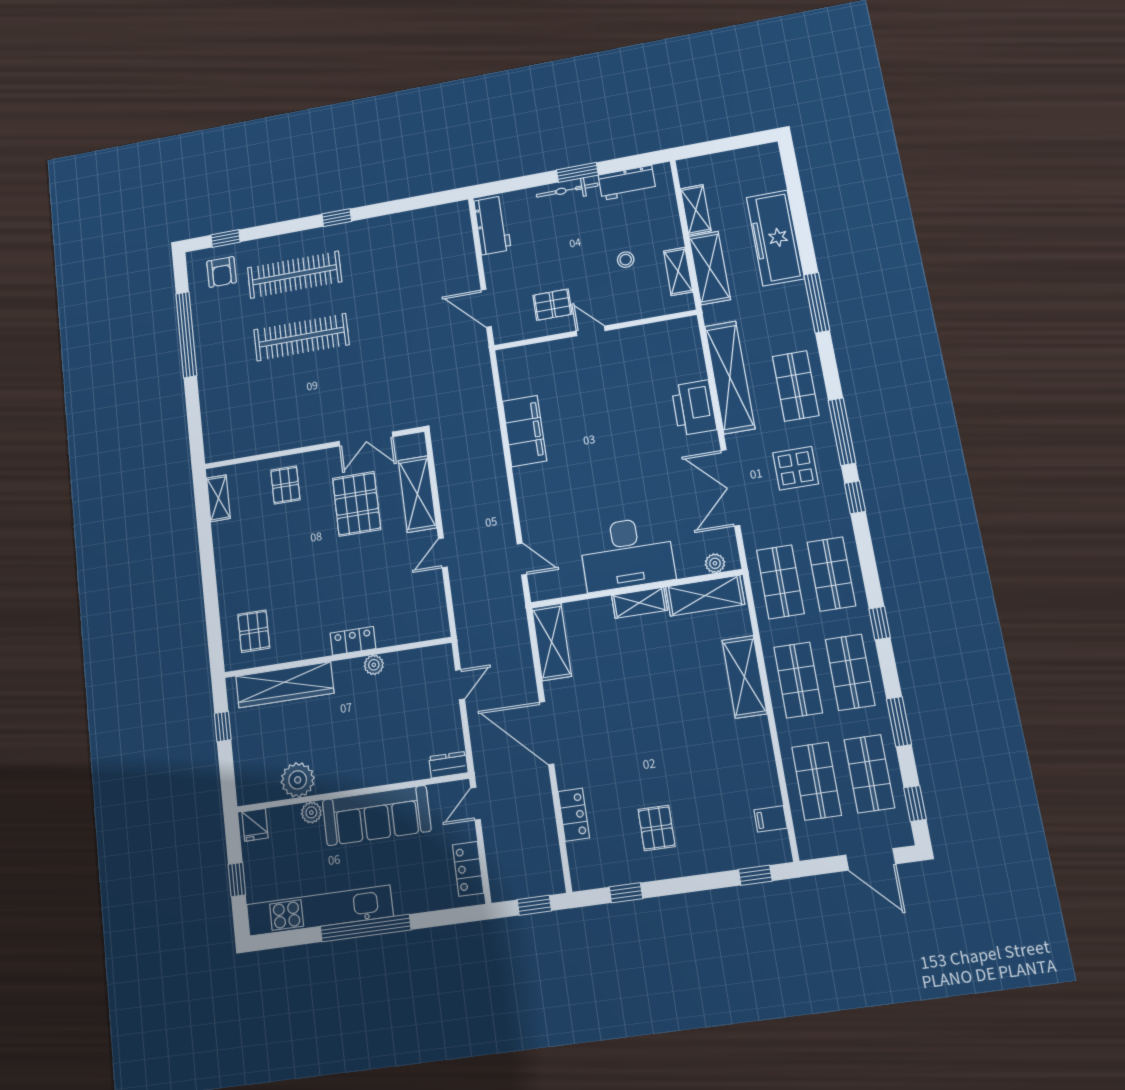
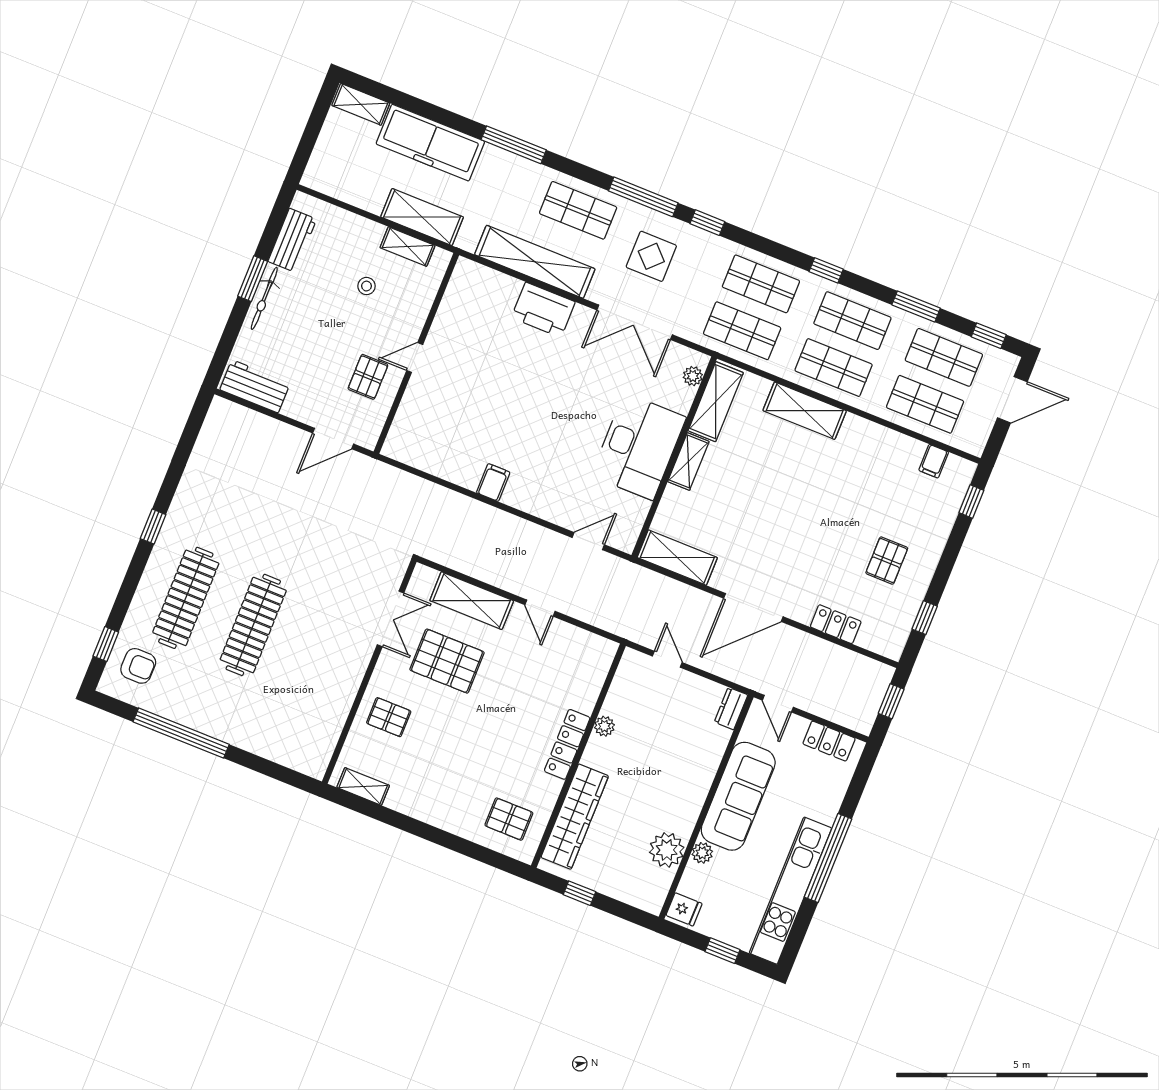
shelving: (696, 210) -> (361, 104), moved
filing cabinet: (524, 431) -> (493, 483), width x0.33, depth x0.86
locker: (353, 641) -> (567, 744), width x1.53
pallet: (657, 828) -> (887, 561), turned 90

